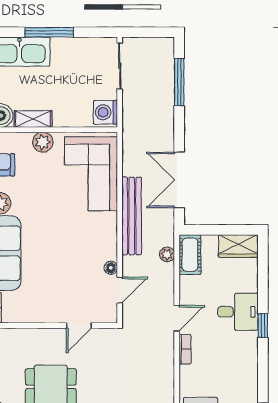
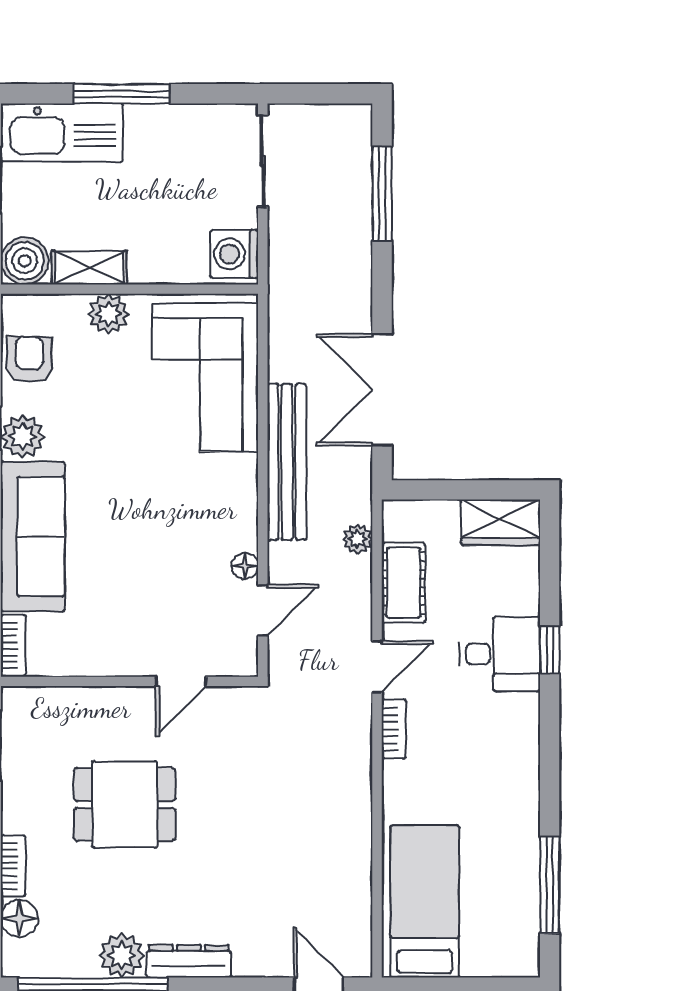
cot: (190, 255) -> (403, 583), moved
window: (263, 326) -> (550, 650), moved

